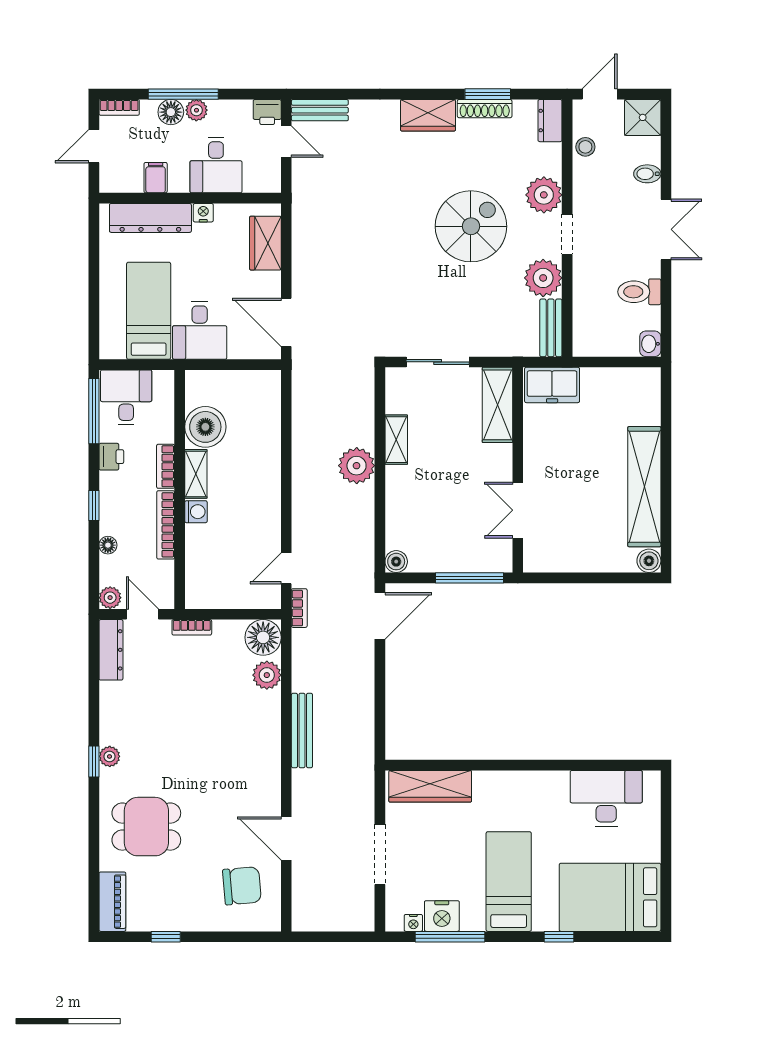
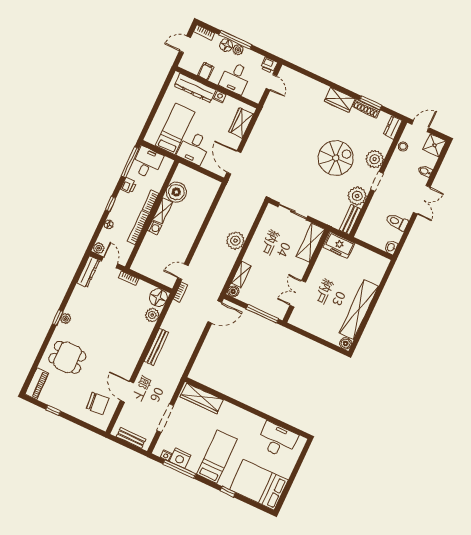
bench: (320, 110) -> (131, 438), moved
shelving: (396, 440) -> (241, 275), moved

